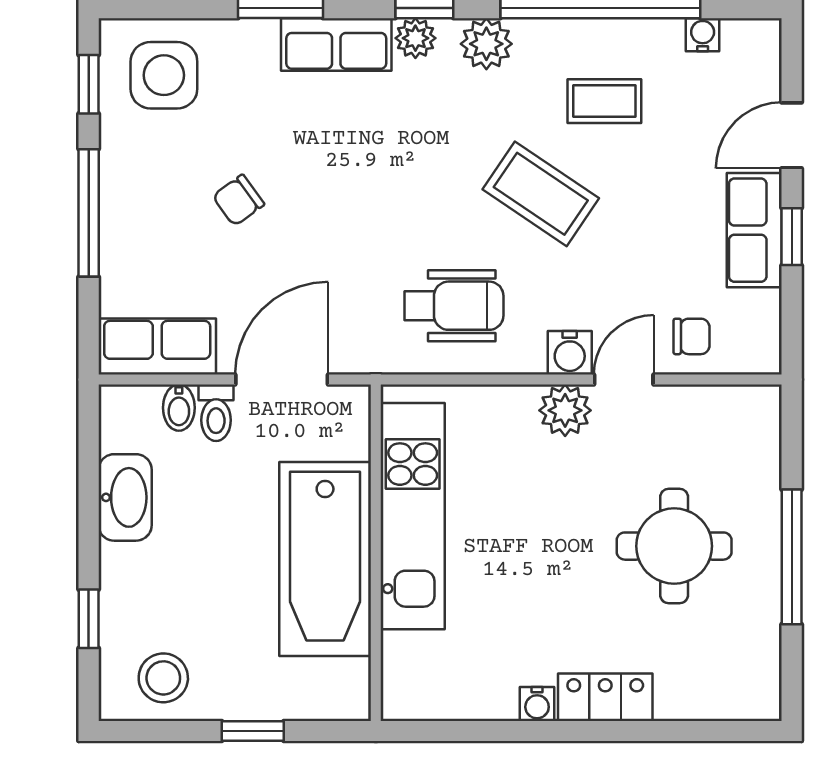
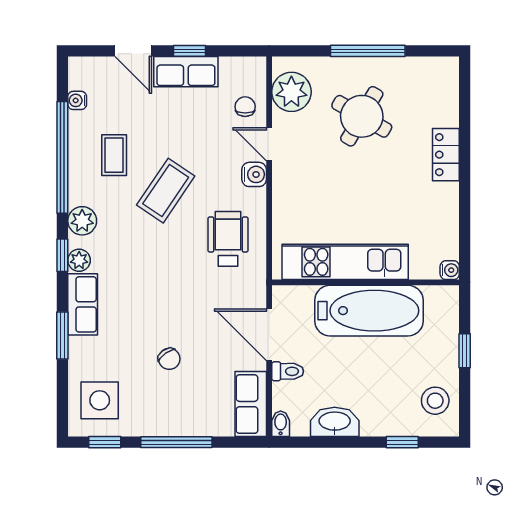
bidet: (179, 408) -> (281, 424), moved, turned -90
plant: (565, 410) -> (291, 92), moved, width x1.36, depth x1.36
round table: (674, 546) -> (362, 116), turned 30
water cooler: (537, 704) -> (450, 270), moved

